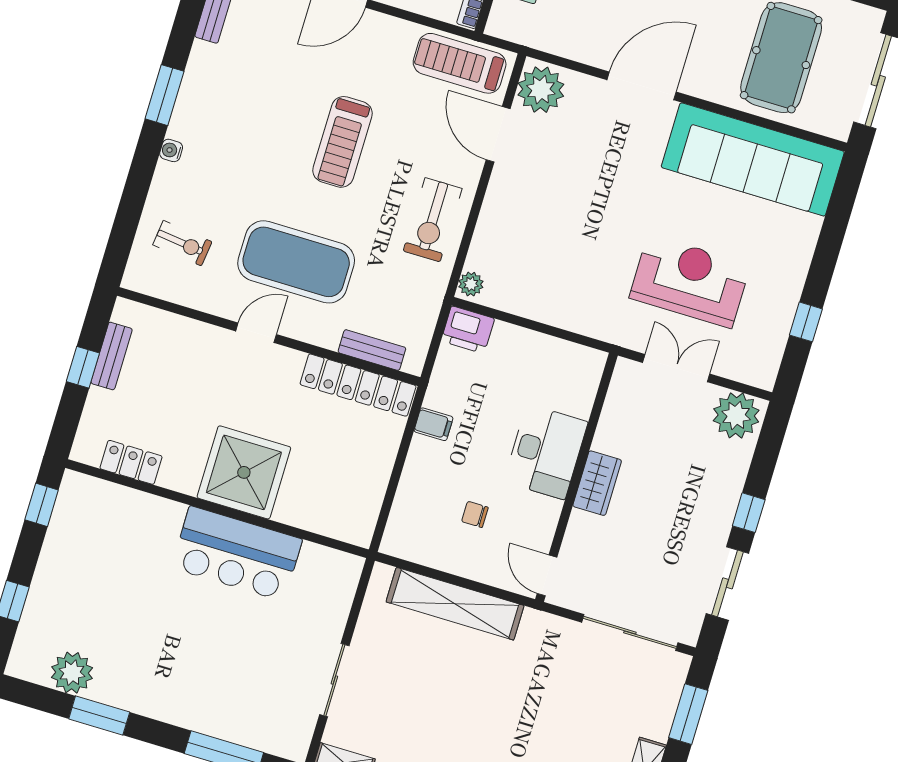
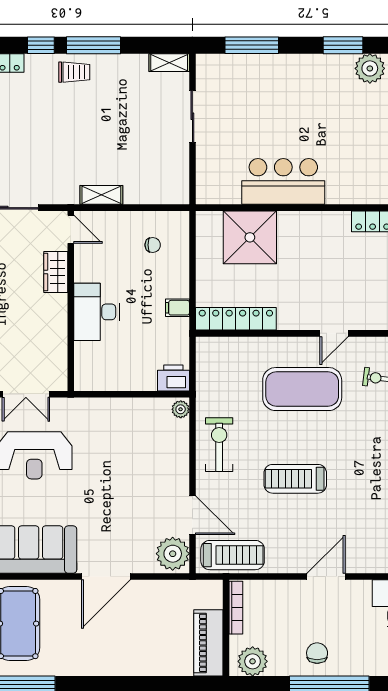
treadmill: (342, 142) -> (295, 479), turned -90
door: (256, 333) -> (334, 333), moved
bench: (372, 350) -> (234, 345), removed
shower: (244, 472) -> (250, 237), moved
wardrobe: (597, 483) -> (56, 272), moved
chair: (475, 514) -> (153, 245), moved
shelving: (455, 604) -> (101, 195), width x0.45, depth x0.75

